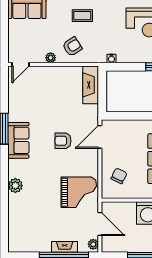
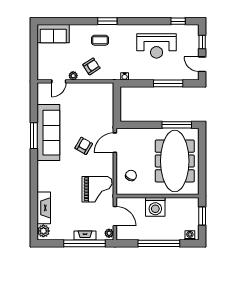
door: (20, 64) -> (59, 81), moved
fireplace: (91, 85) -> (44, 208), moved, turned 180
sofa: (18, 140) -> (48, 133), width x1.85, depth x1.27
armchair: (63, 141) -> (84, 146), turned 120
plant: (15, 186) -> (43, 231), moved

